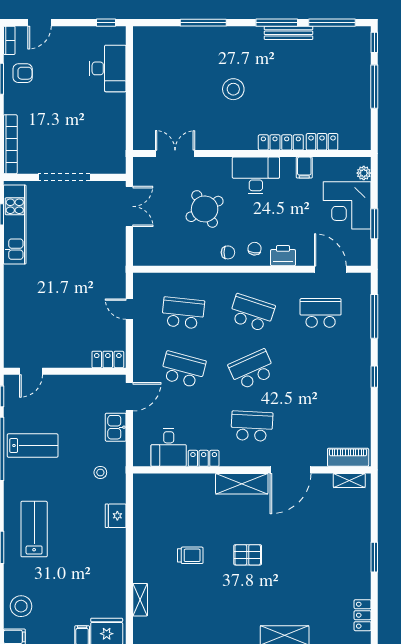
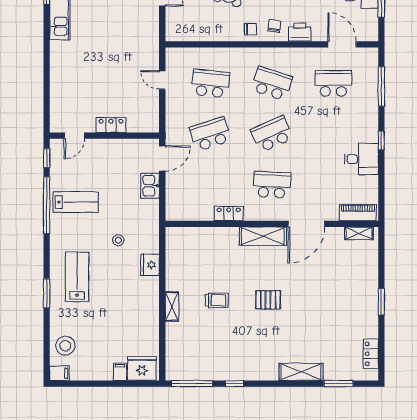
locker: (108, 359) -> (111, 125), moved
school desk: (183, 370) -> (210, 134), turned -33
desk: (169, 448) -> (361, 159), moved, turned -90
stool: (100, 472) -> (118, 240), moved
shelving: (140, 600) -> (172, 307), moved

